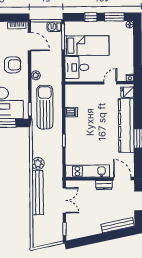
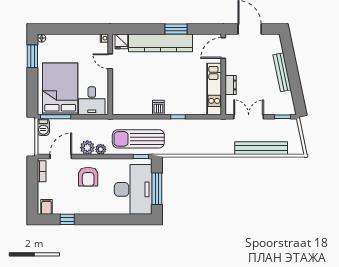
window: (91, 17) -> (32, 84), removed
bed: (87, 46) -> (60, 89), width x1.50
armchair: (13, 65) -> (88, 177), turned 180
dishwasher: (71, 112) -> (158, 108), moved
plant: (38, 163) -> (87, 148), moved
dresser: (104, 185) -> (231, 85), moved
bench: (38, 193) -> (261, 148), moved
bench: (118, 225) -> (282, 72), moved

